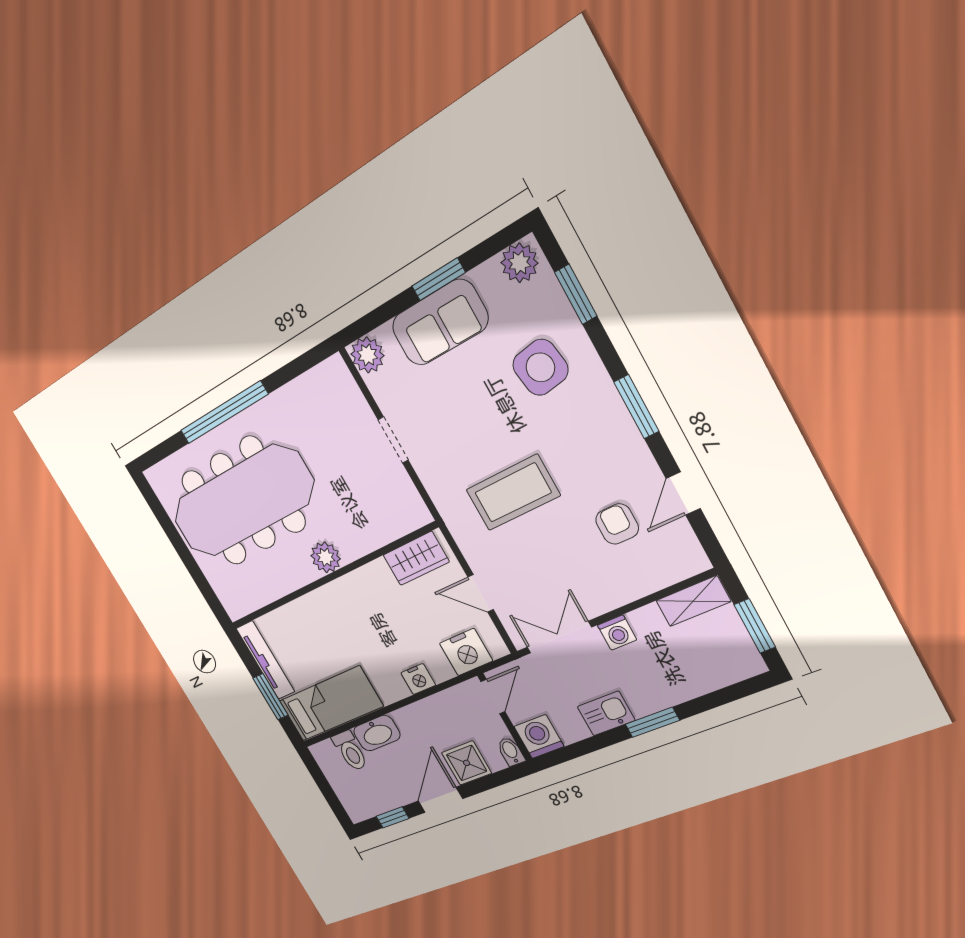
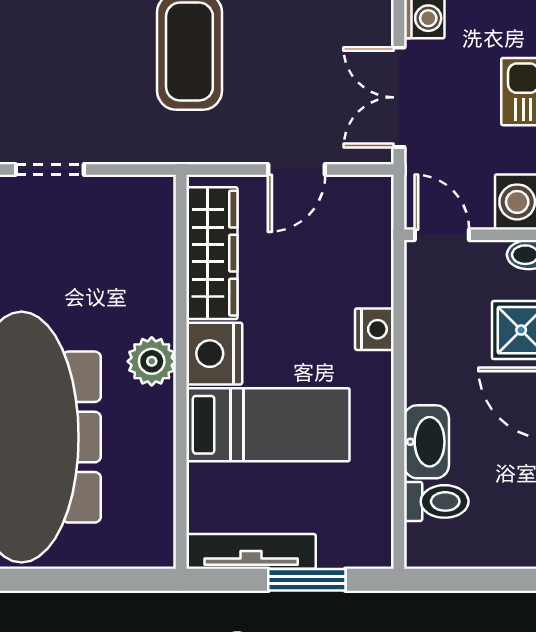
wardrobe: (416, 558) -> (212, 253), width x1.50
nightstand: (466, 652) -> (214, 354), moved, turned 180
bed: (331, 704) -> (268, 425), moved, turned 90

